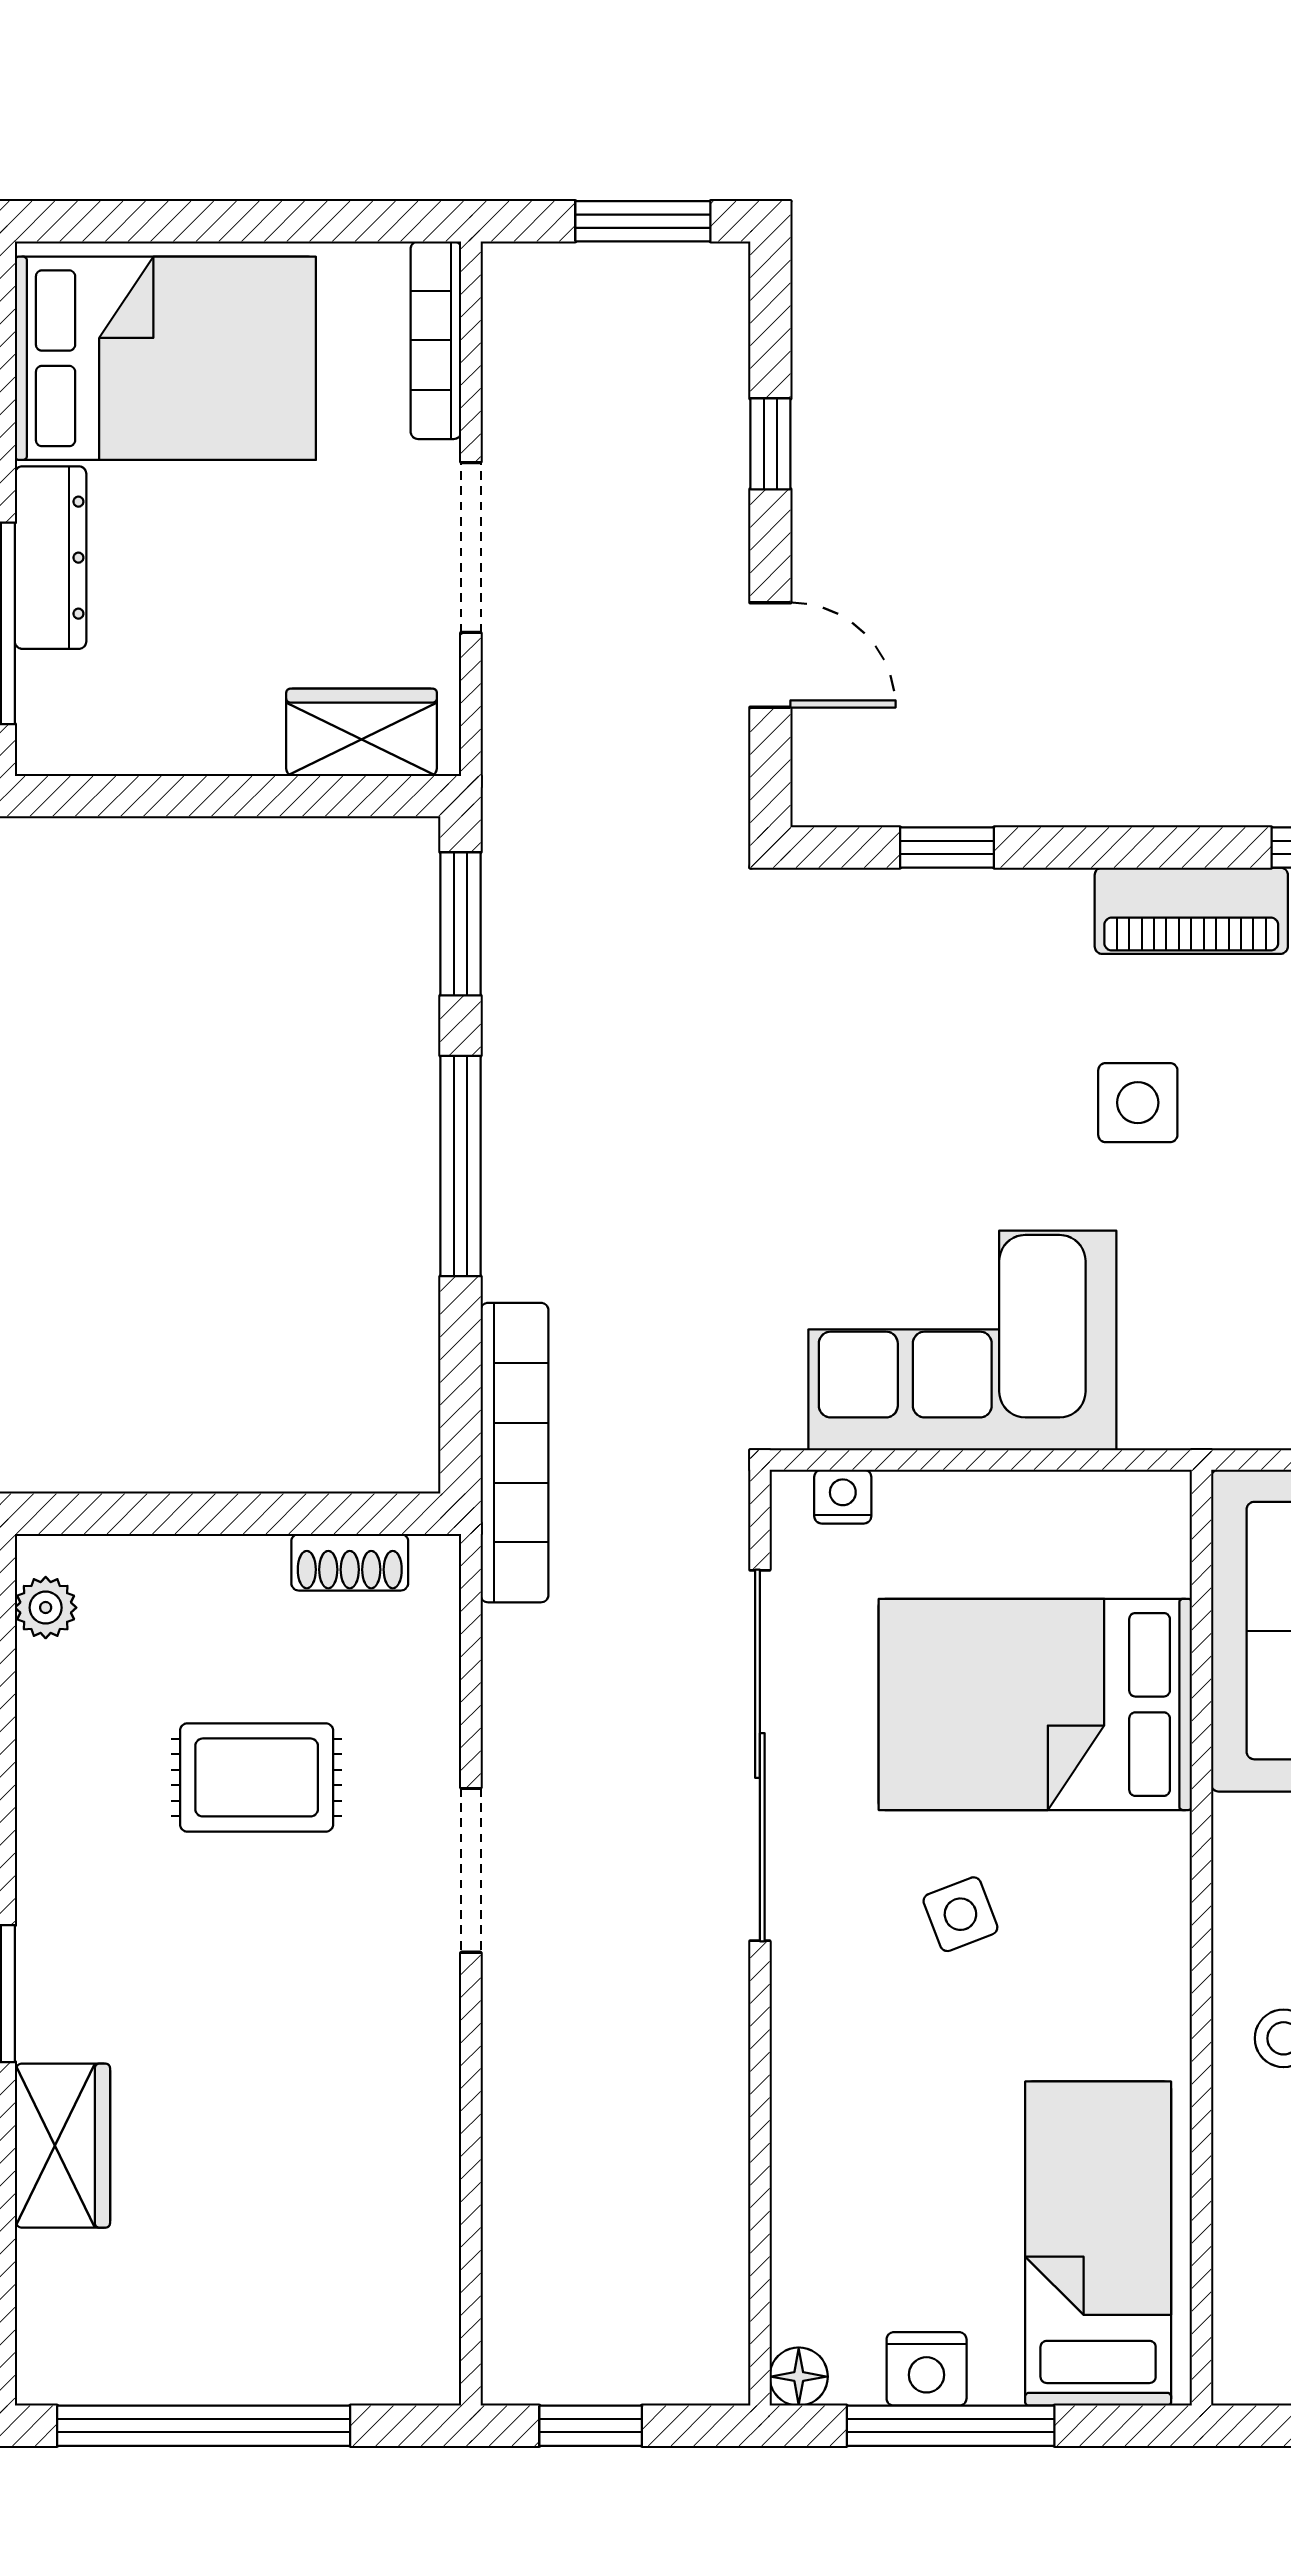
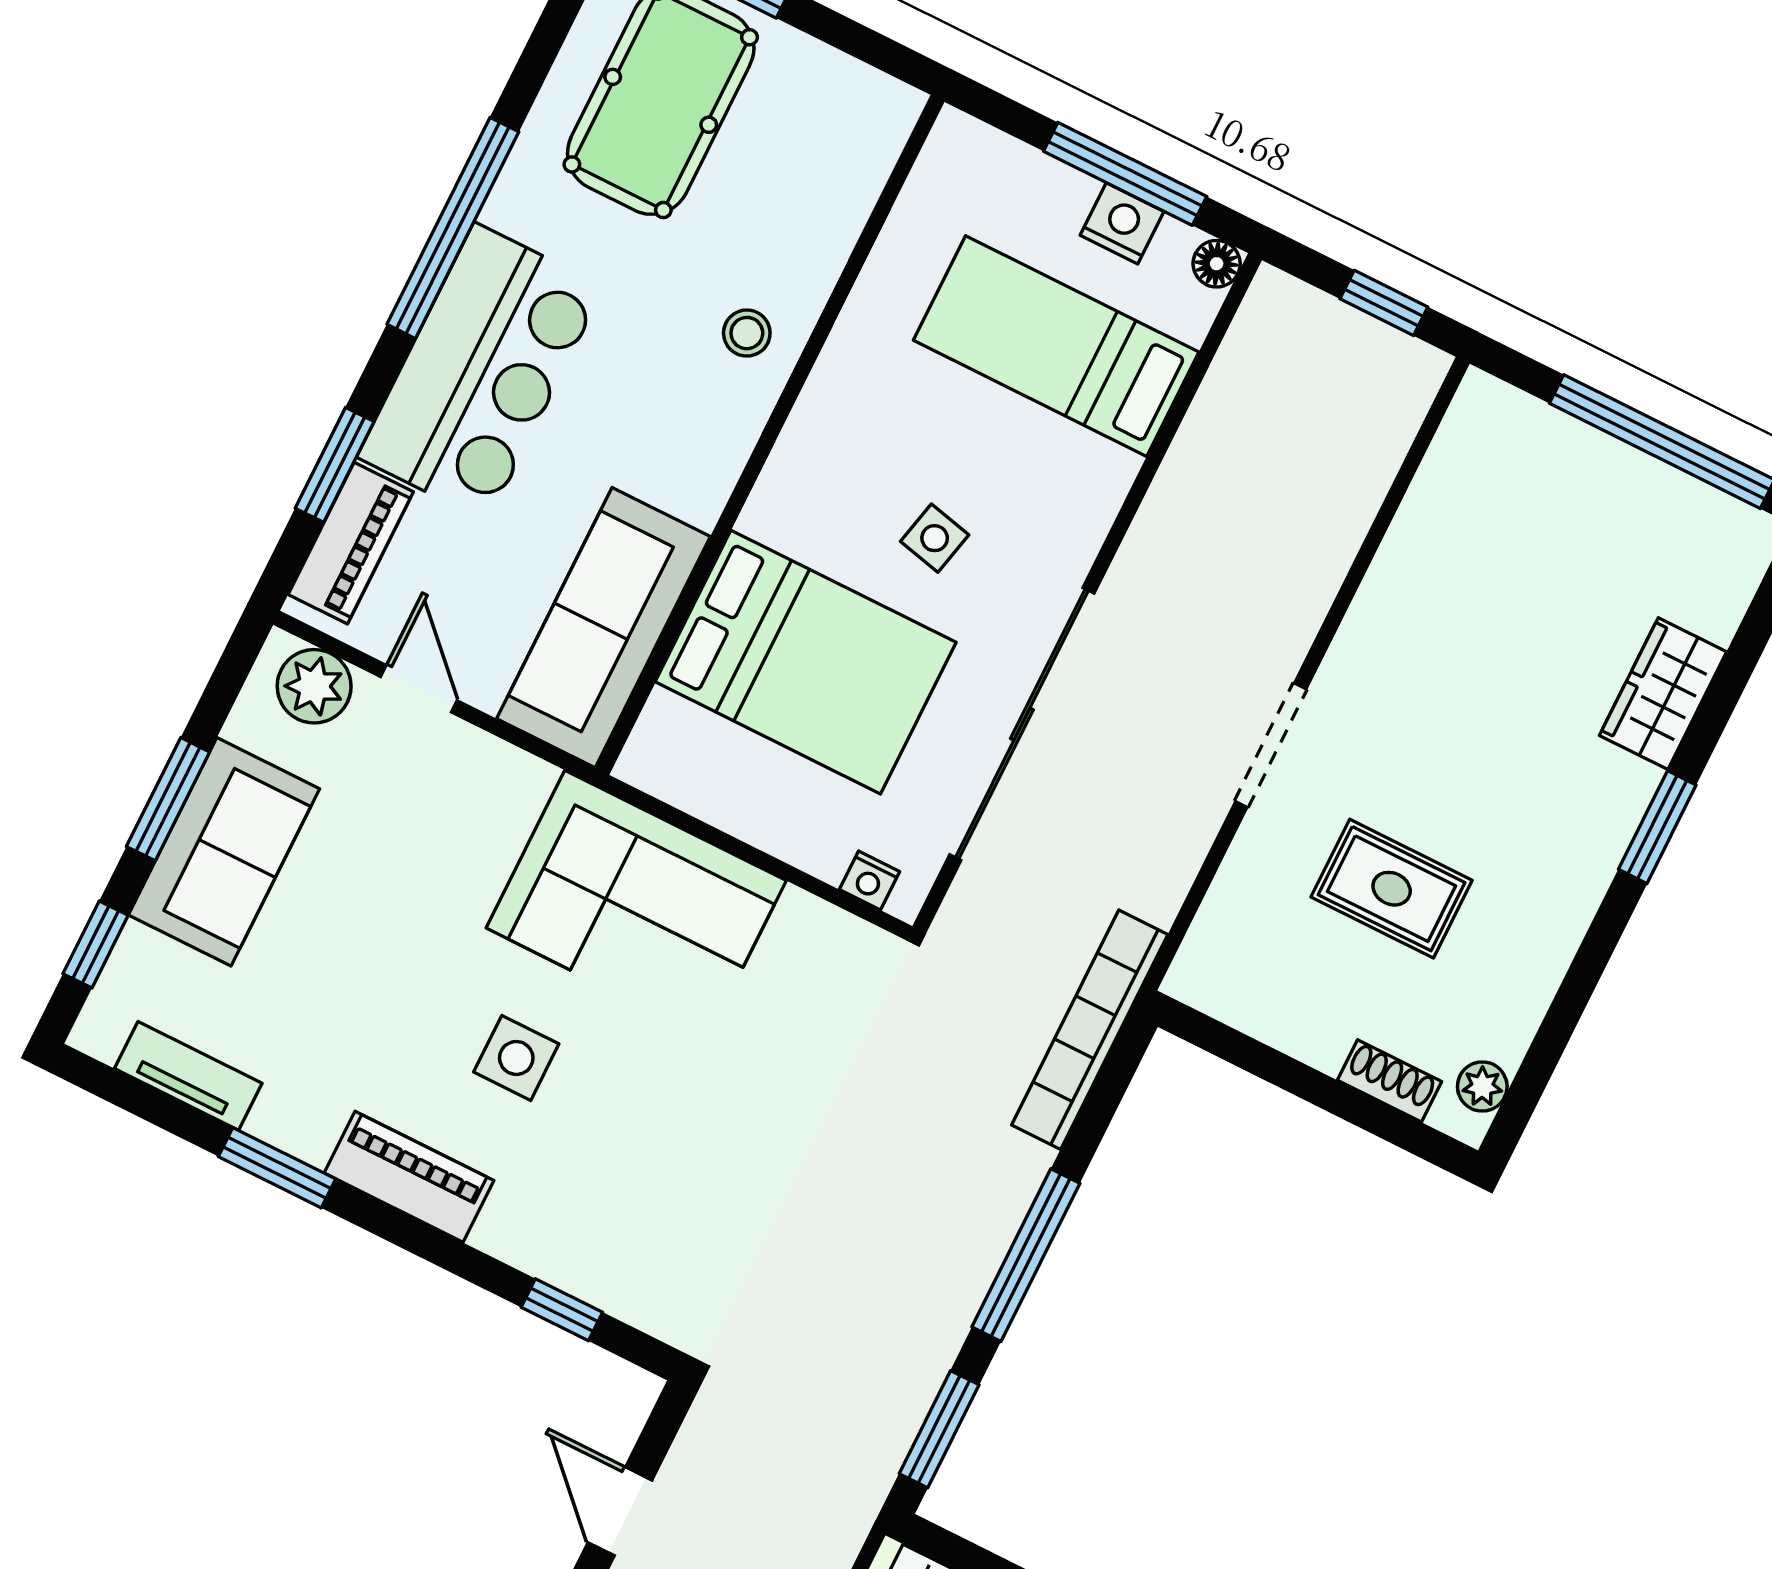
corner sofa: (962, 1340) -> (636, 904), moved
shoe rack: (350, 1562) -> (1390, 1081), moved
side table: (960, 1914) -> (935, 538), turned 34
bed: (1098, 2244) -> (1056, 346), moved, turned 90

